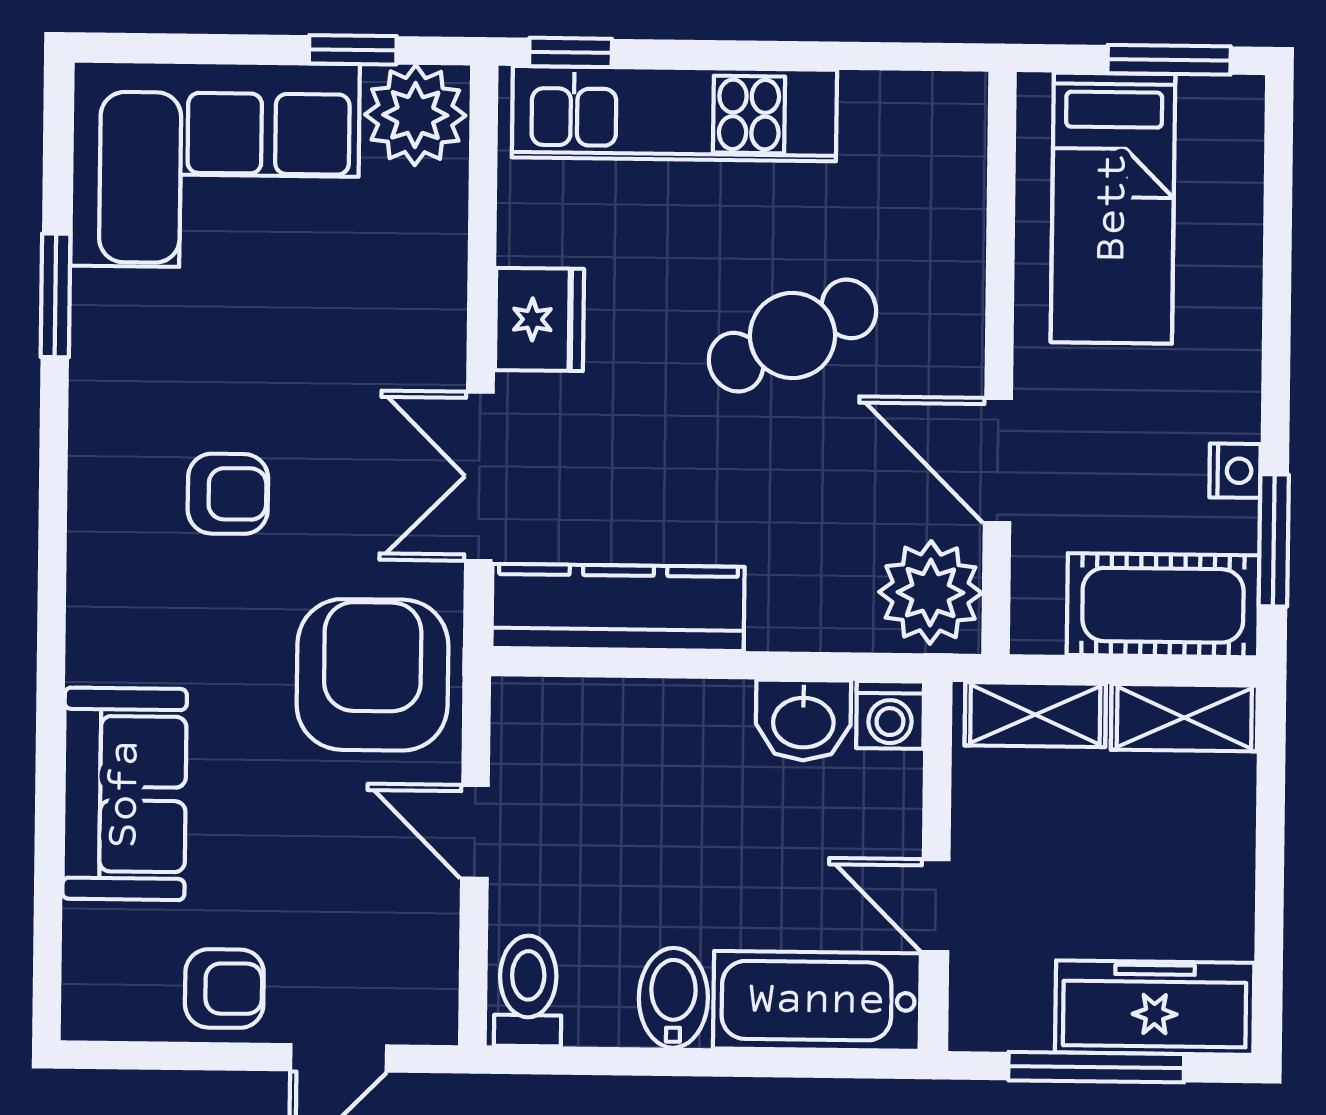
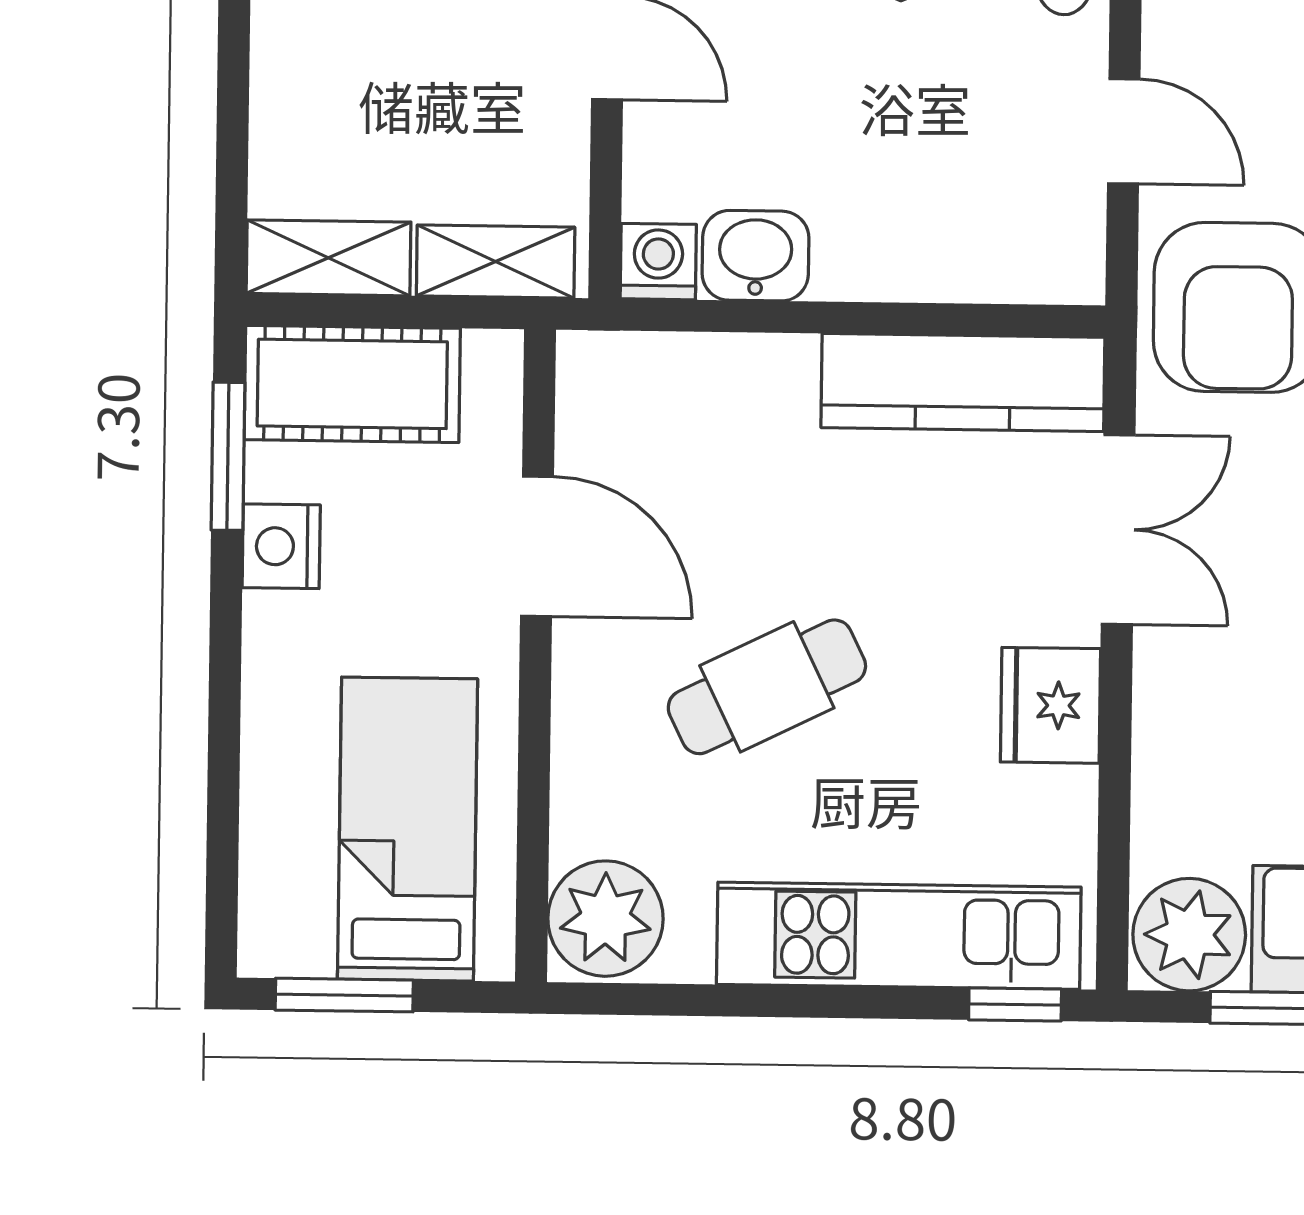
nightstand: (1235, 471) -> (281, 546), width x1.39, depth x1.35
plant: (931, 592) -> (605, 919), moved

